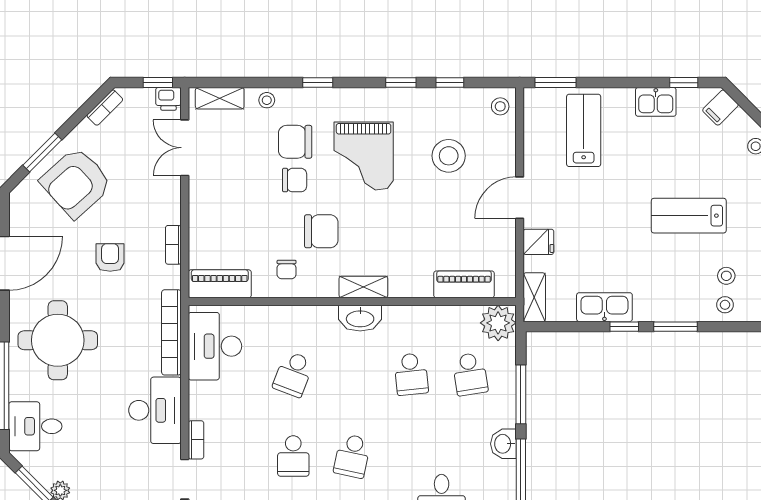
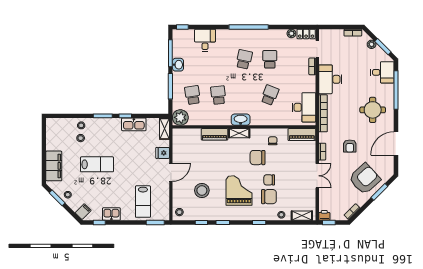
double door: (185, 148) -> (317, 176), moved
piano: (464, 284) -> (215, 134), moved
round table: (58, 340) -> (373, 110), width x0.73, depth x0.73

